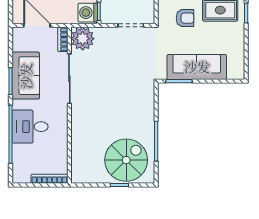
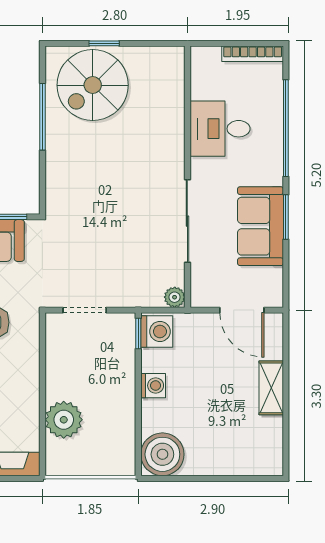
bookcase: (63, 39) -> (198, 287), removed
plant: (83, 39) -> (175, 297), width x0.53, depth x0.53
desk: (30, 127) -> (220, 129), moved, turned 180
bookcase: (49, 179) -> (253, 54), moved

